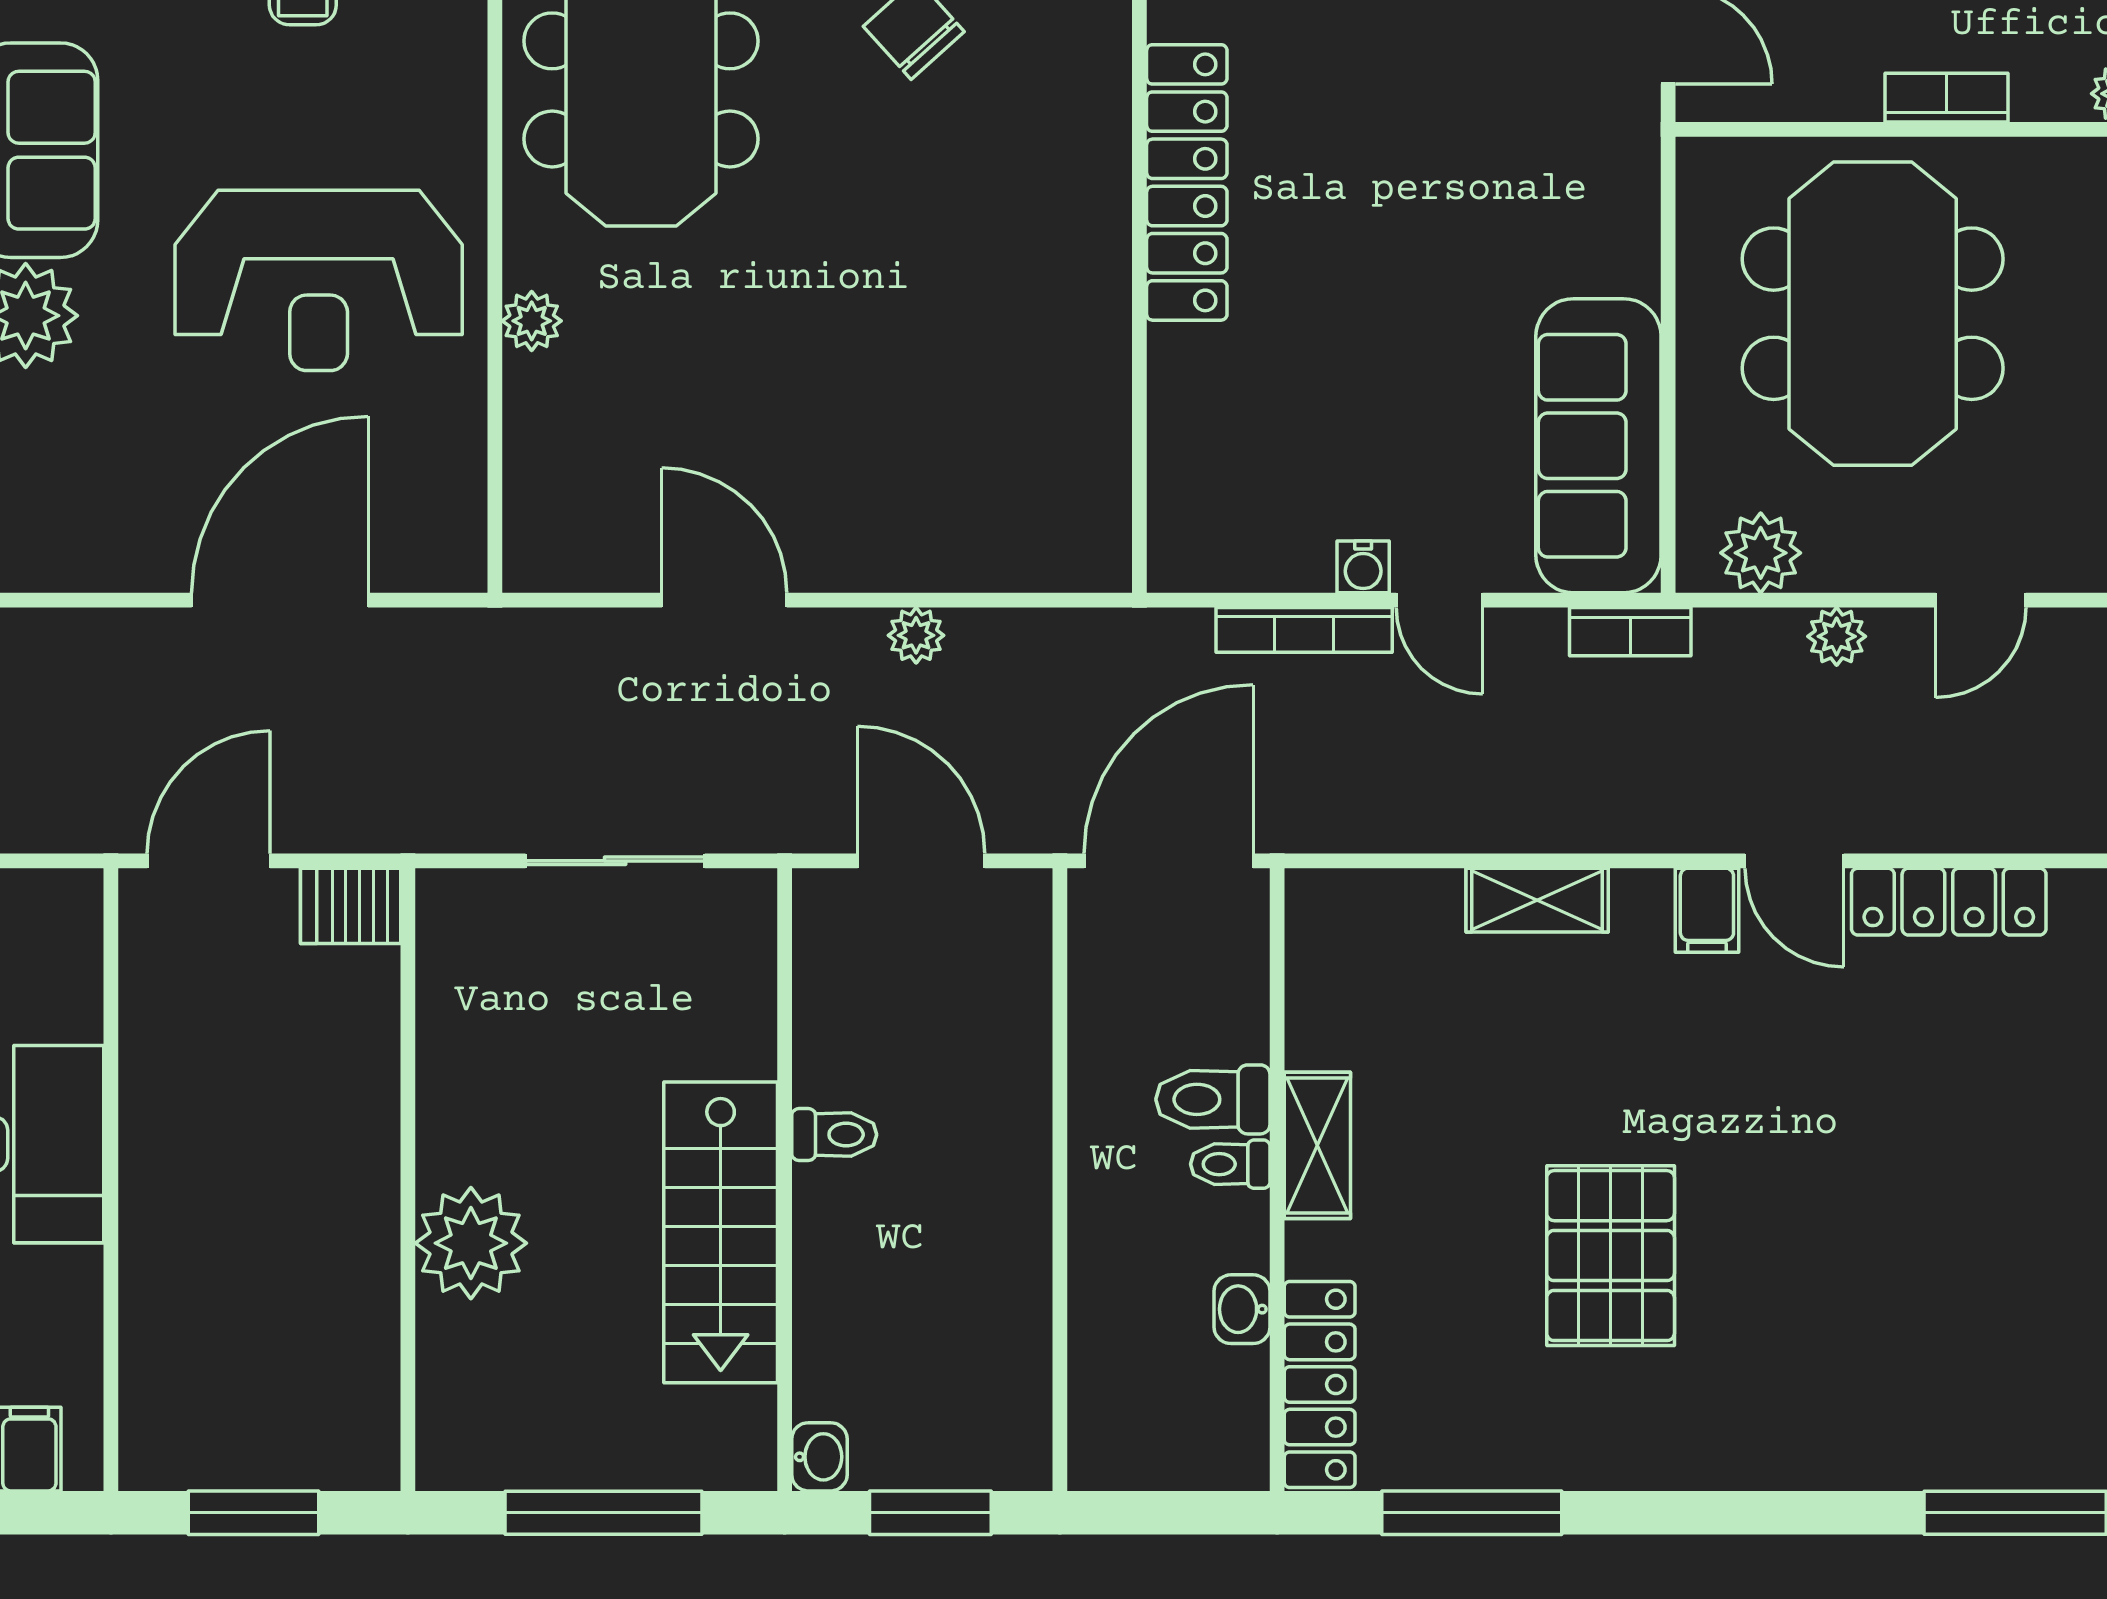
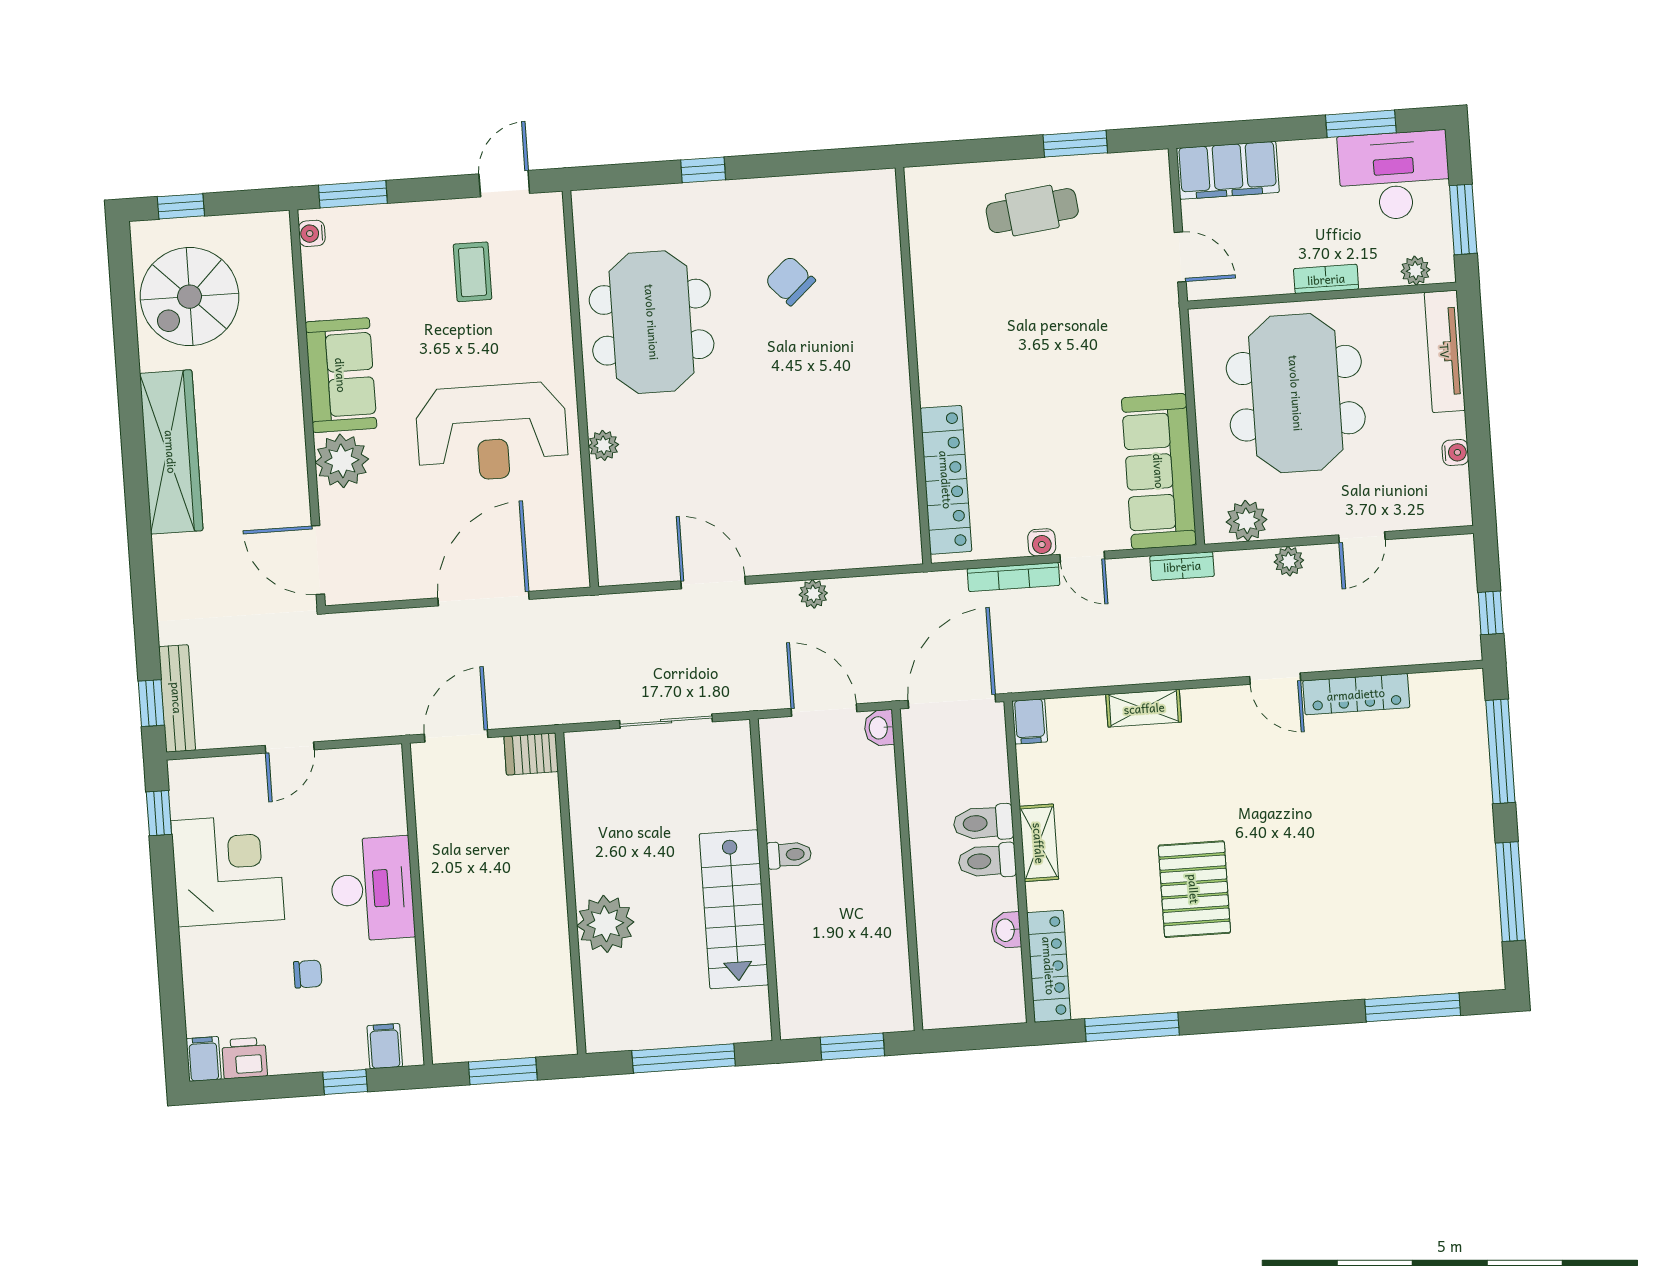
locker: (1187, 182) -> (946, 480), moved
filing cabinet: (1707, 910) -> (1030, 721), moved
toilet: (1230, 1164) -> (987, 861), width x1.37, depth x1.39
washbasin: (819, 1457) -> (879, 728), moved, turned 180

